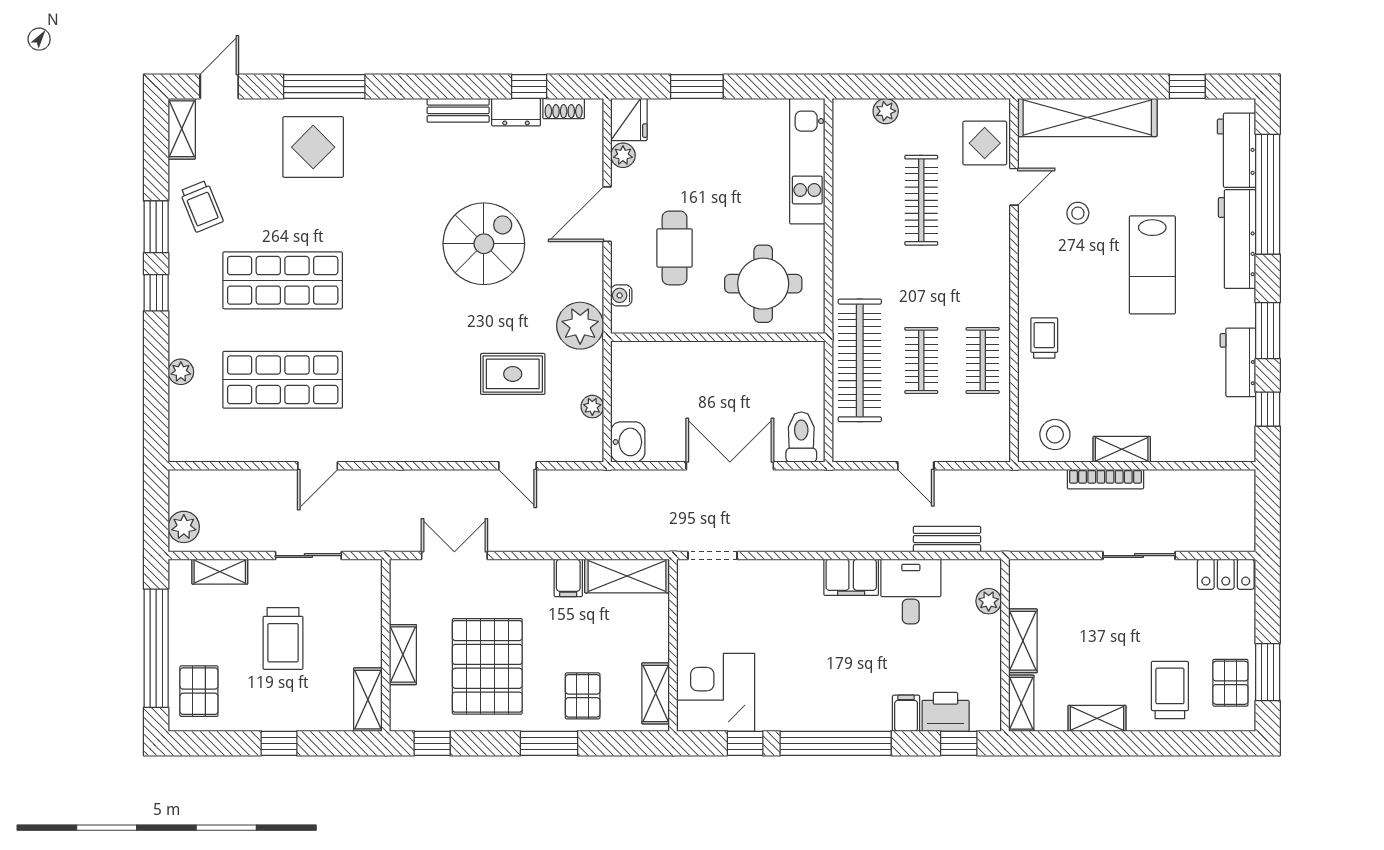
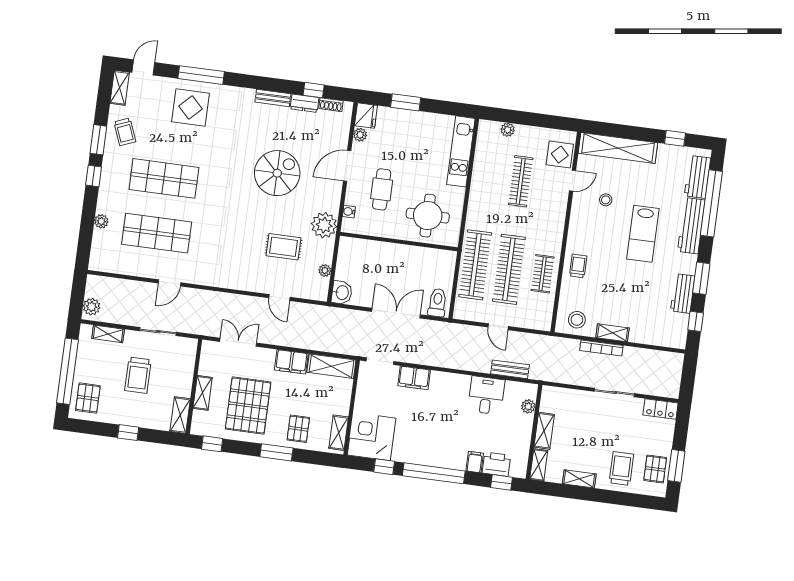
clothes rail: (921, 360) -> (509, 269), width x1.86, depth x1.31
filing cabinet: (851, 577) -> (414, 378), moved
filing cabinet: (568, 578) -> (291, 362), width x2.00

